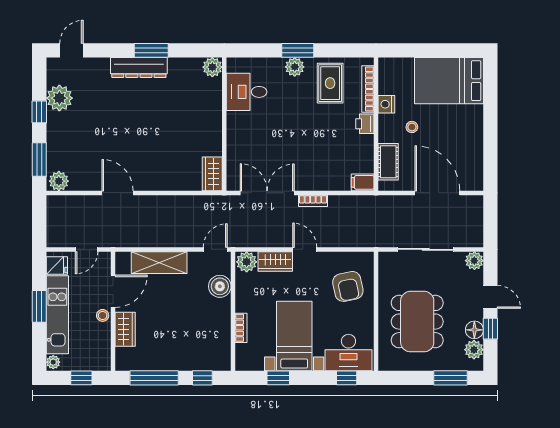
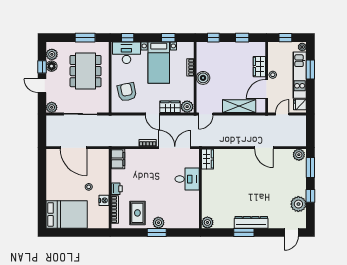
desk: (247, 92) -> (187, 179), moved
cot: (388, 162) -> (103, 166), removed
filing cabinet: (363, 182) -> (118, 159), width x2.00
double door: (267, 193) -> (175, 148), swing flipped
boiler: (220, 286) -> (203, 78), moved
window: (39, 306) -> (310, 70), moved
window: (154, 378) -> (242, 38), width x0.46
window: (451, 378) -> (85, 38), moved

